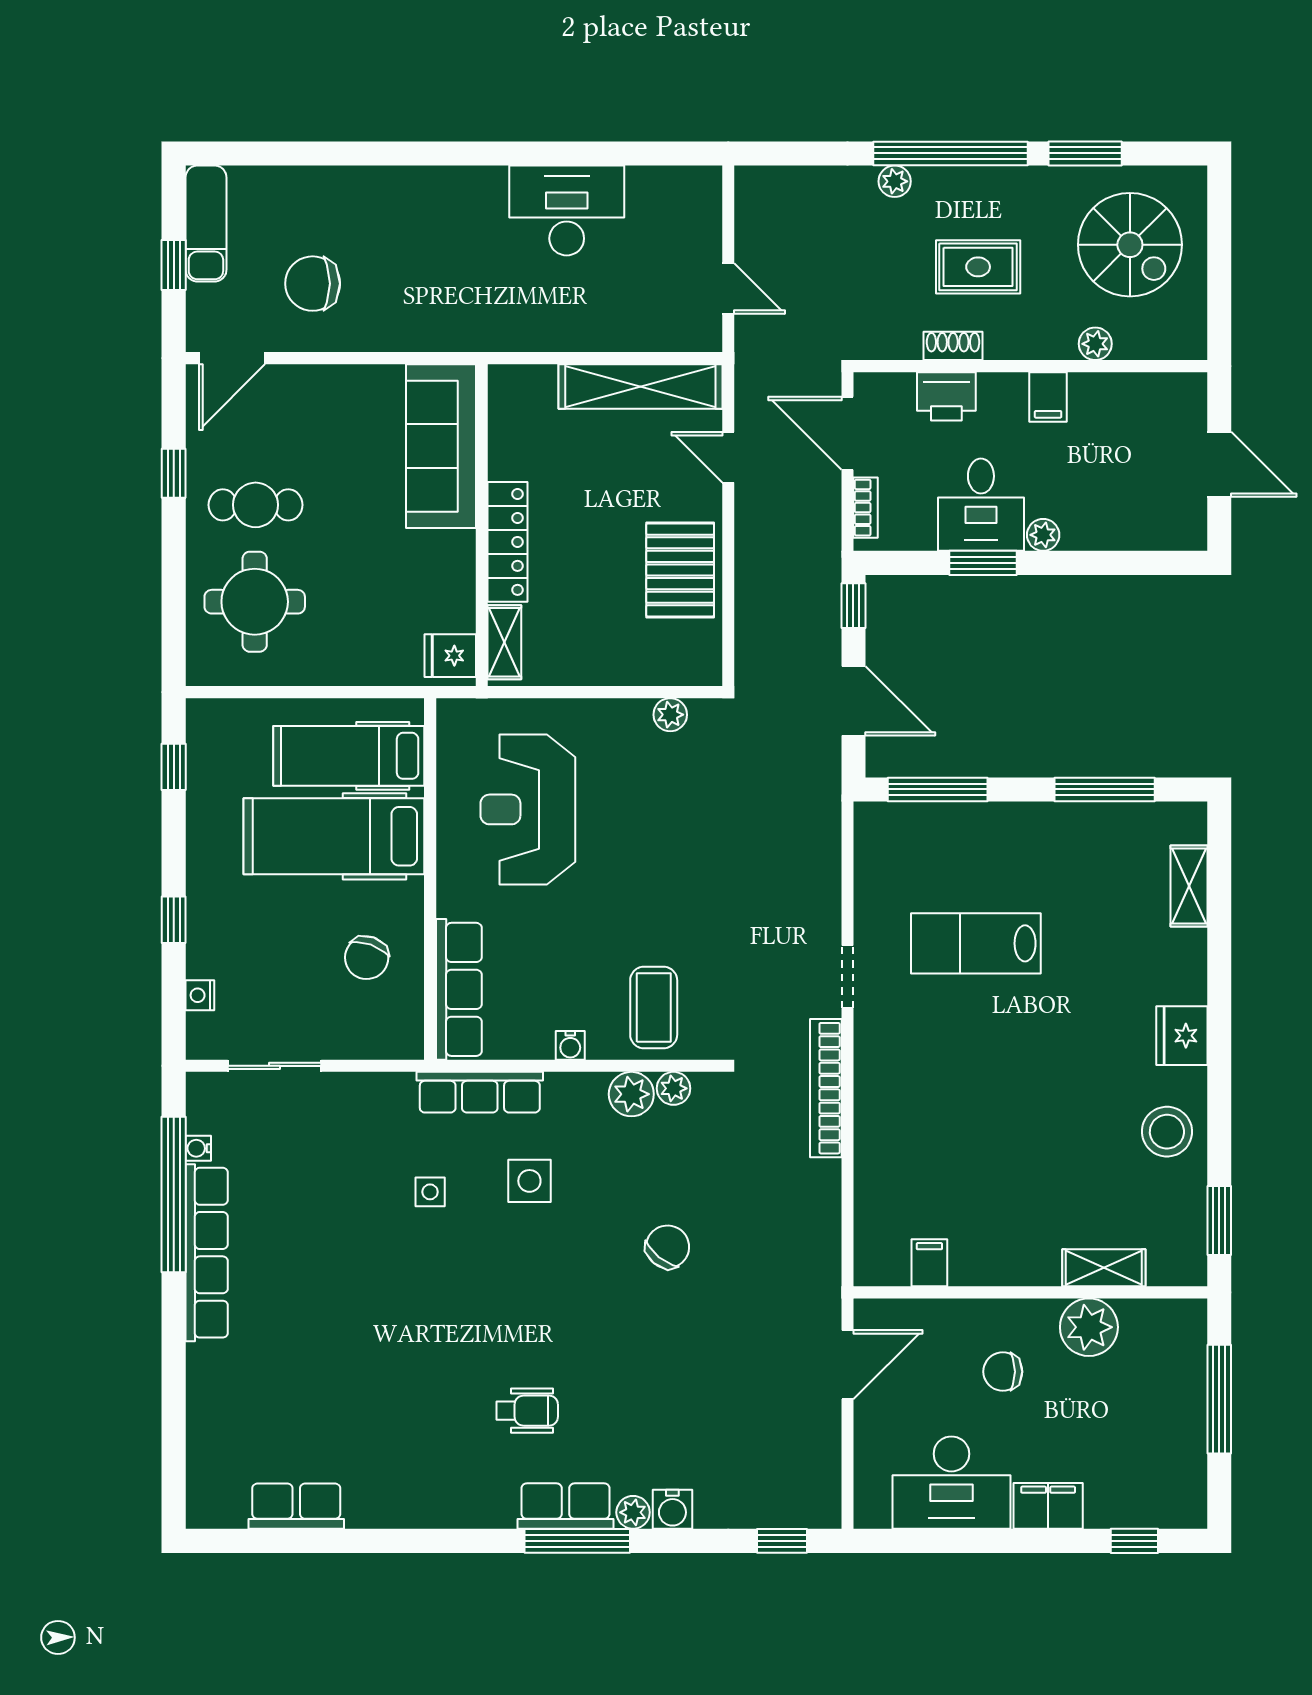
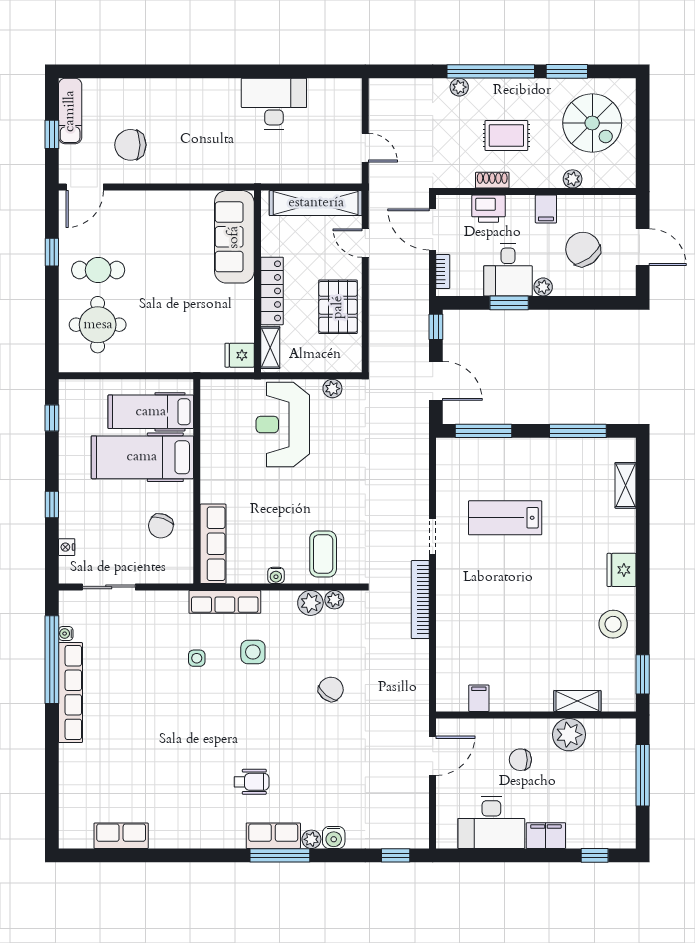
sofa: (441, 446) -> (234, 237), moved
chair: (1113, 468) -> (583, 249), added
wall: (482, 525) -> (257, 281), moved
locker: (508, 542) -> (272, 291), moved
shelving: (504, 642) -> (270, 348), moved
fridge: (450, 656) -> (240, 355), moved
reception desk: (528, 809) -> (283, 425), moved

